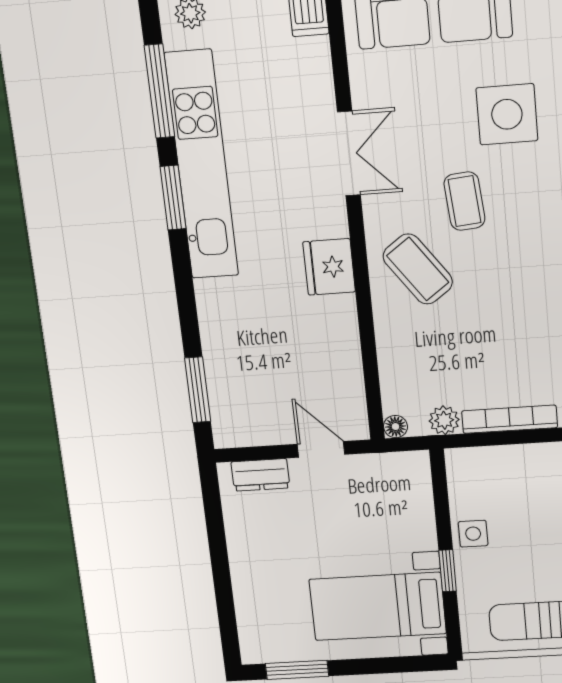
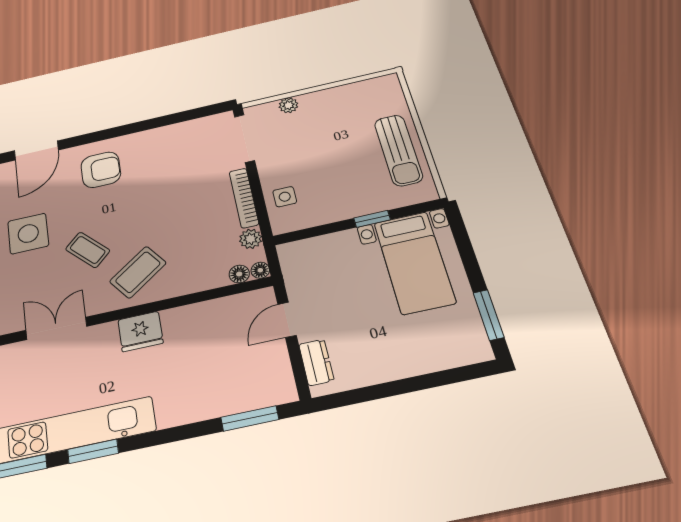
coffee table: (464, 201) -> (88, 250), turned 51
floor lamp: (394, 400) -> (239, 274), added
side table: (473, 534) -> (285, 197), moved

